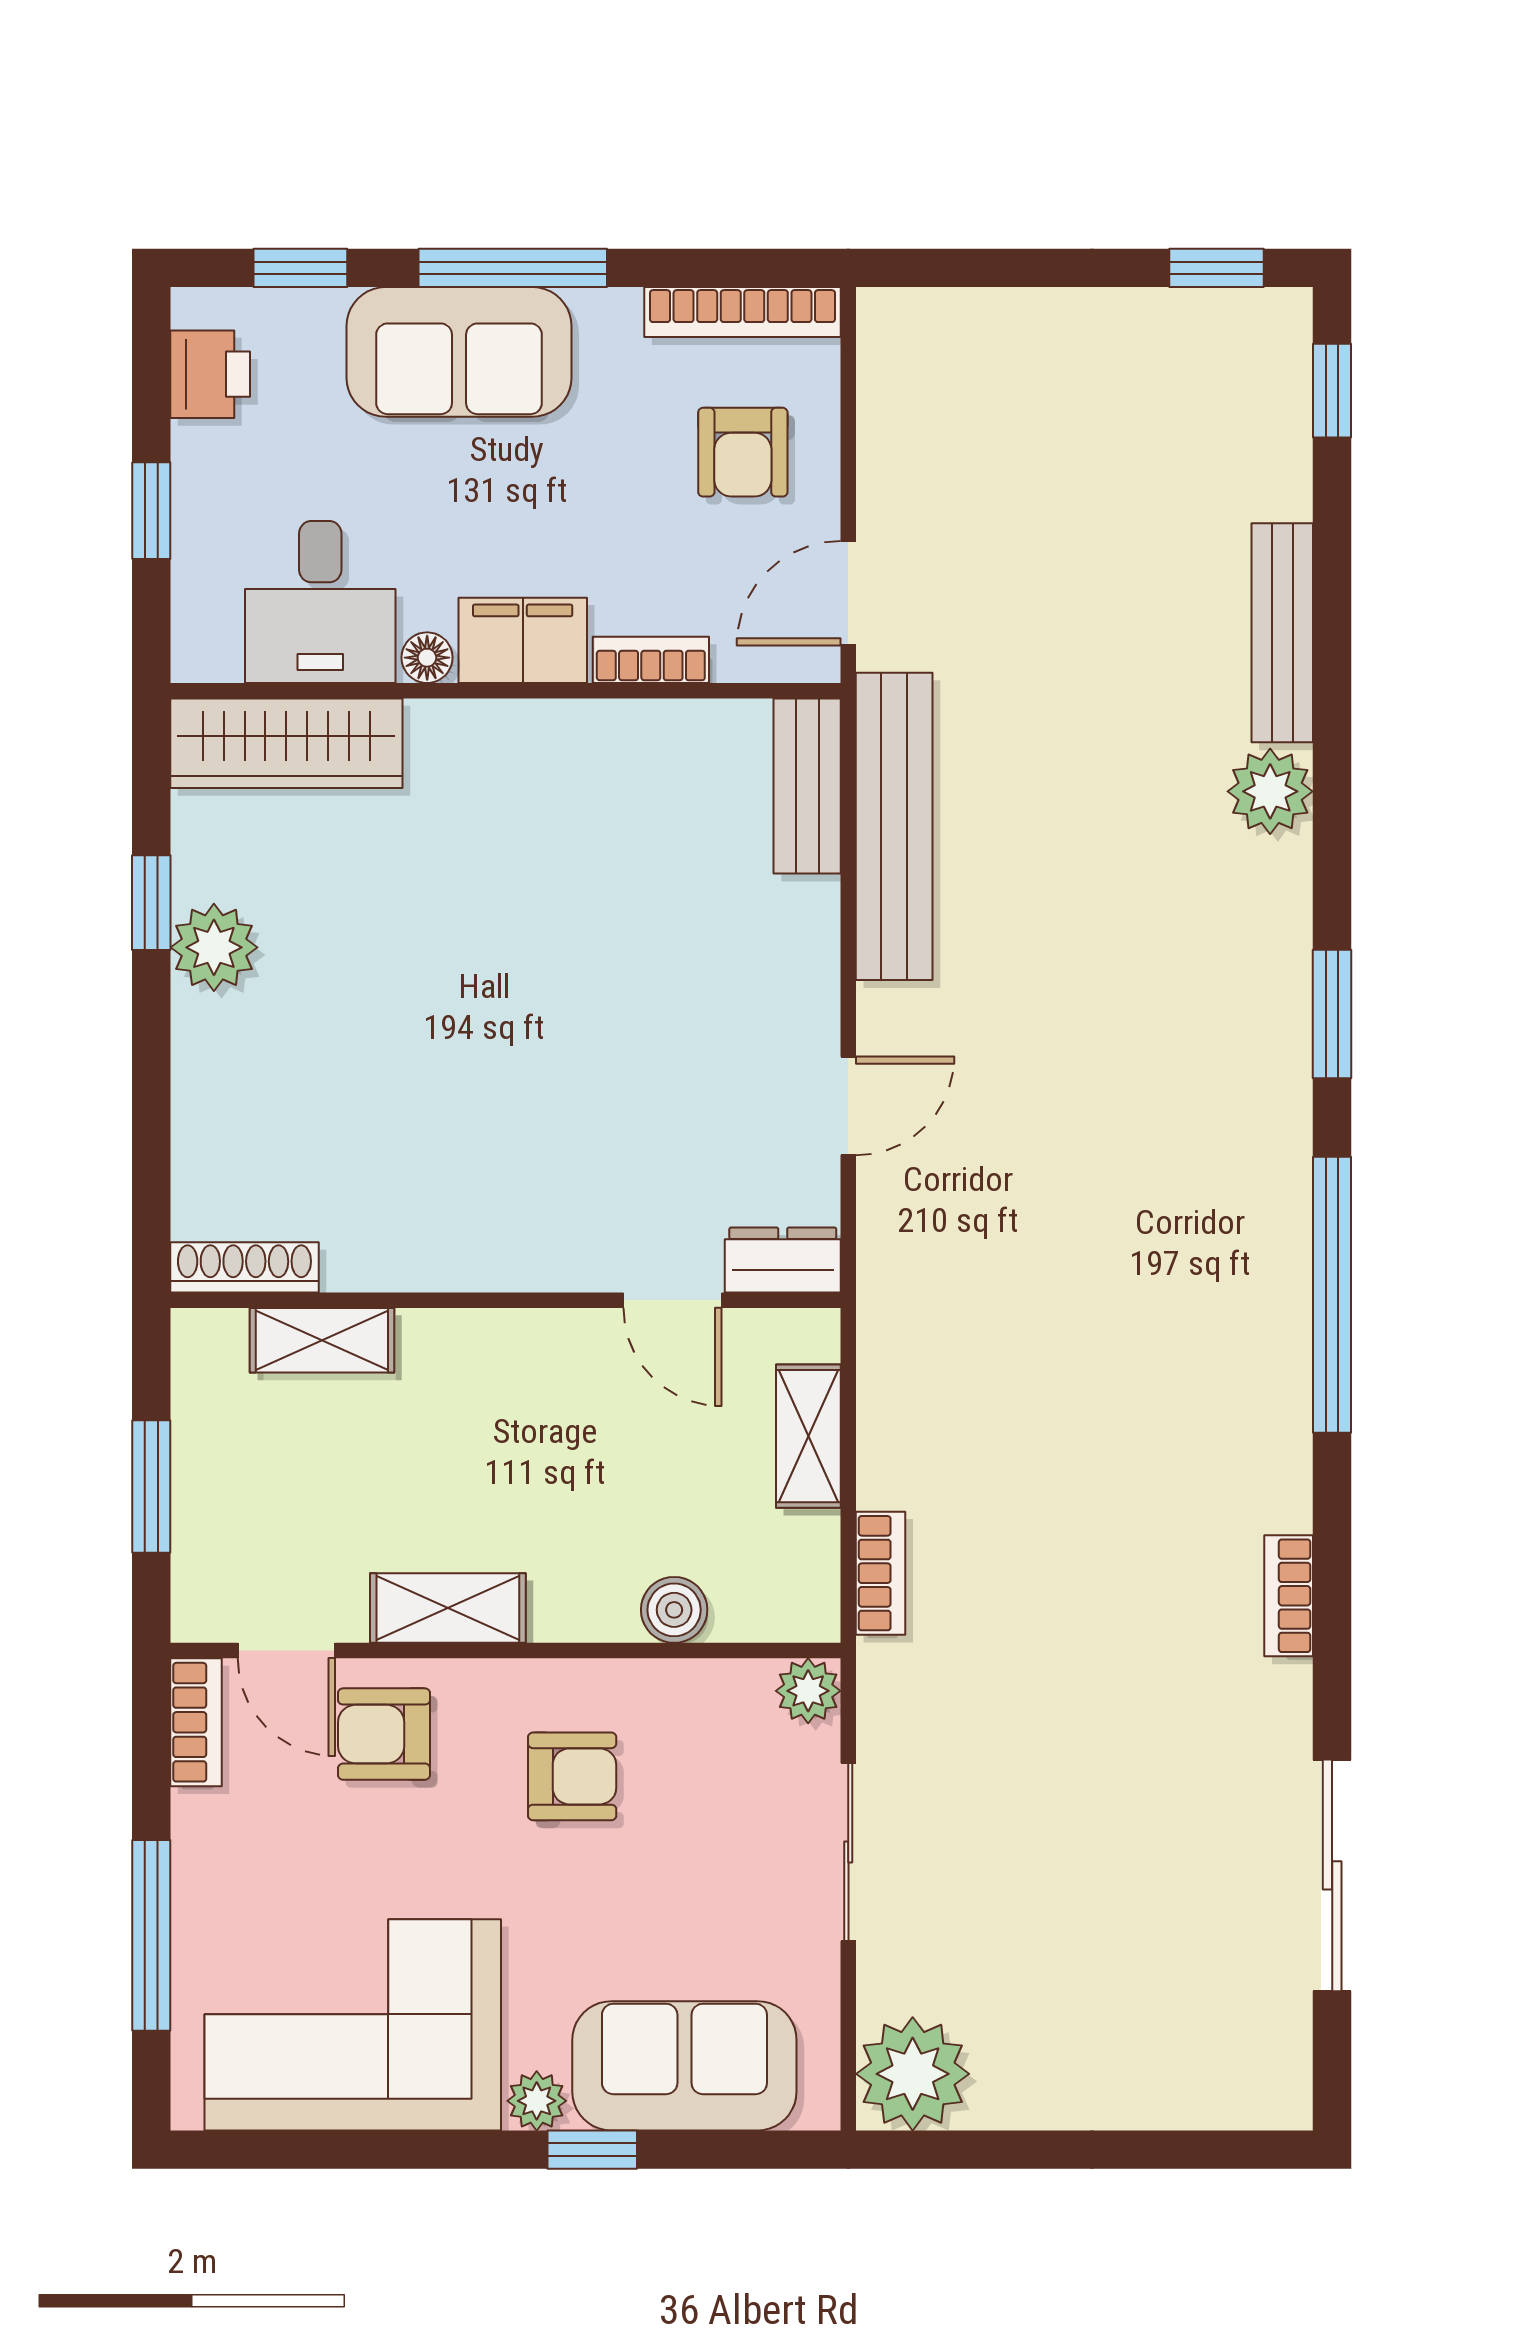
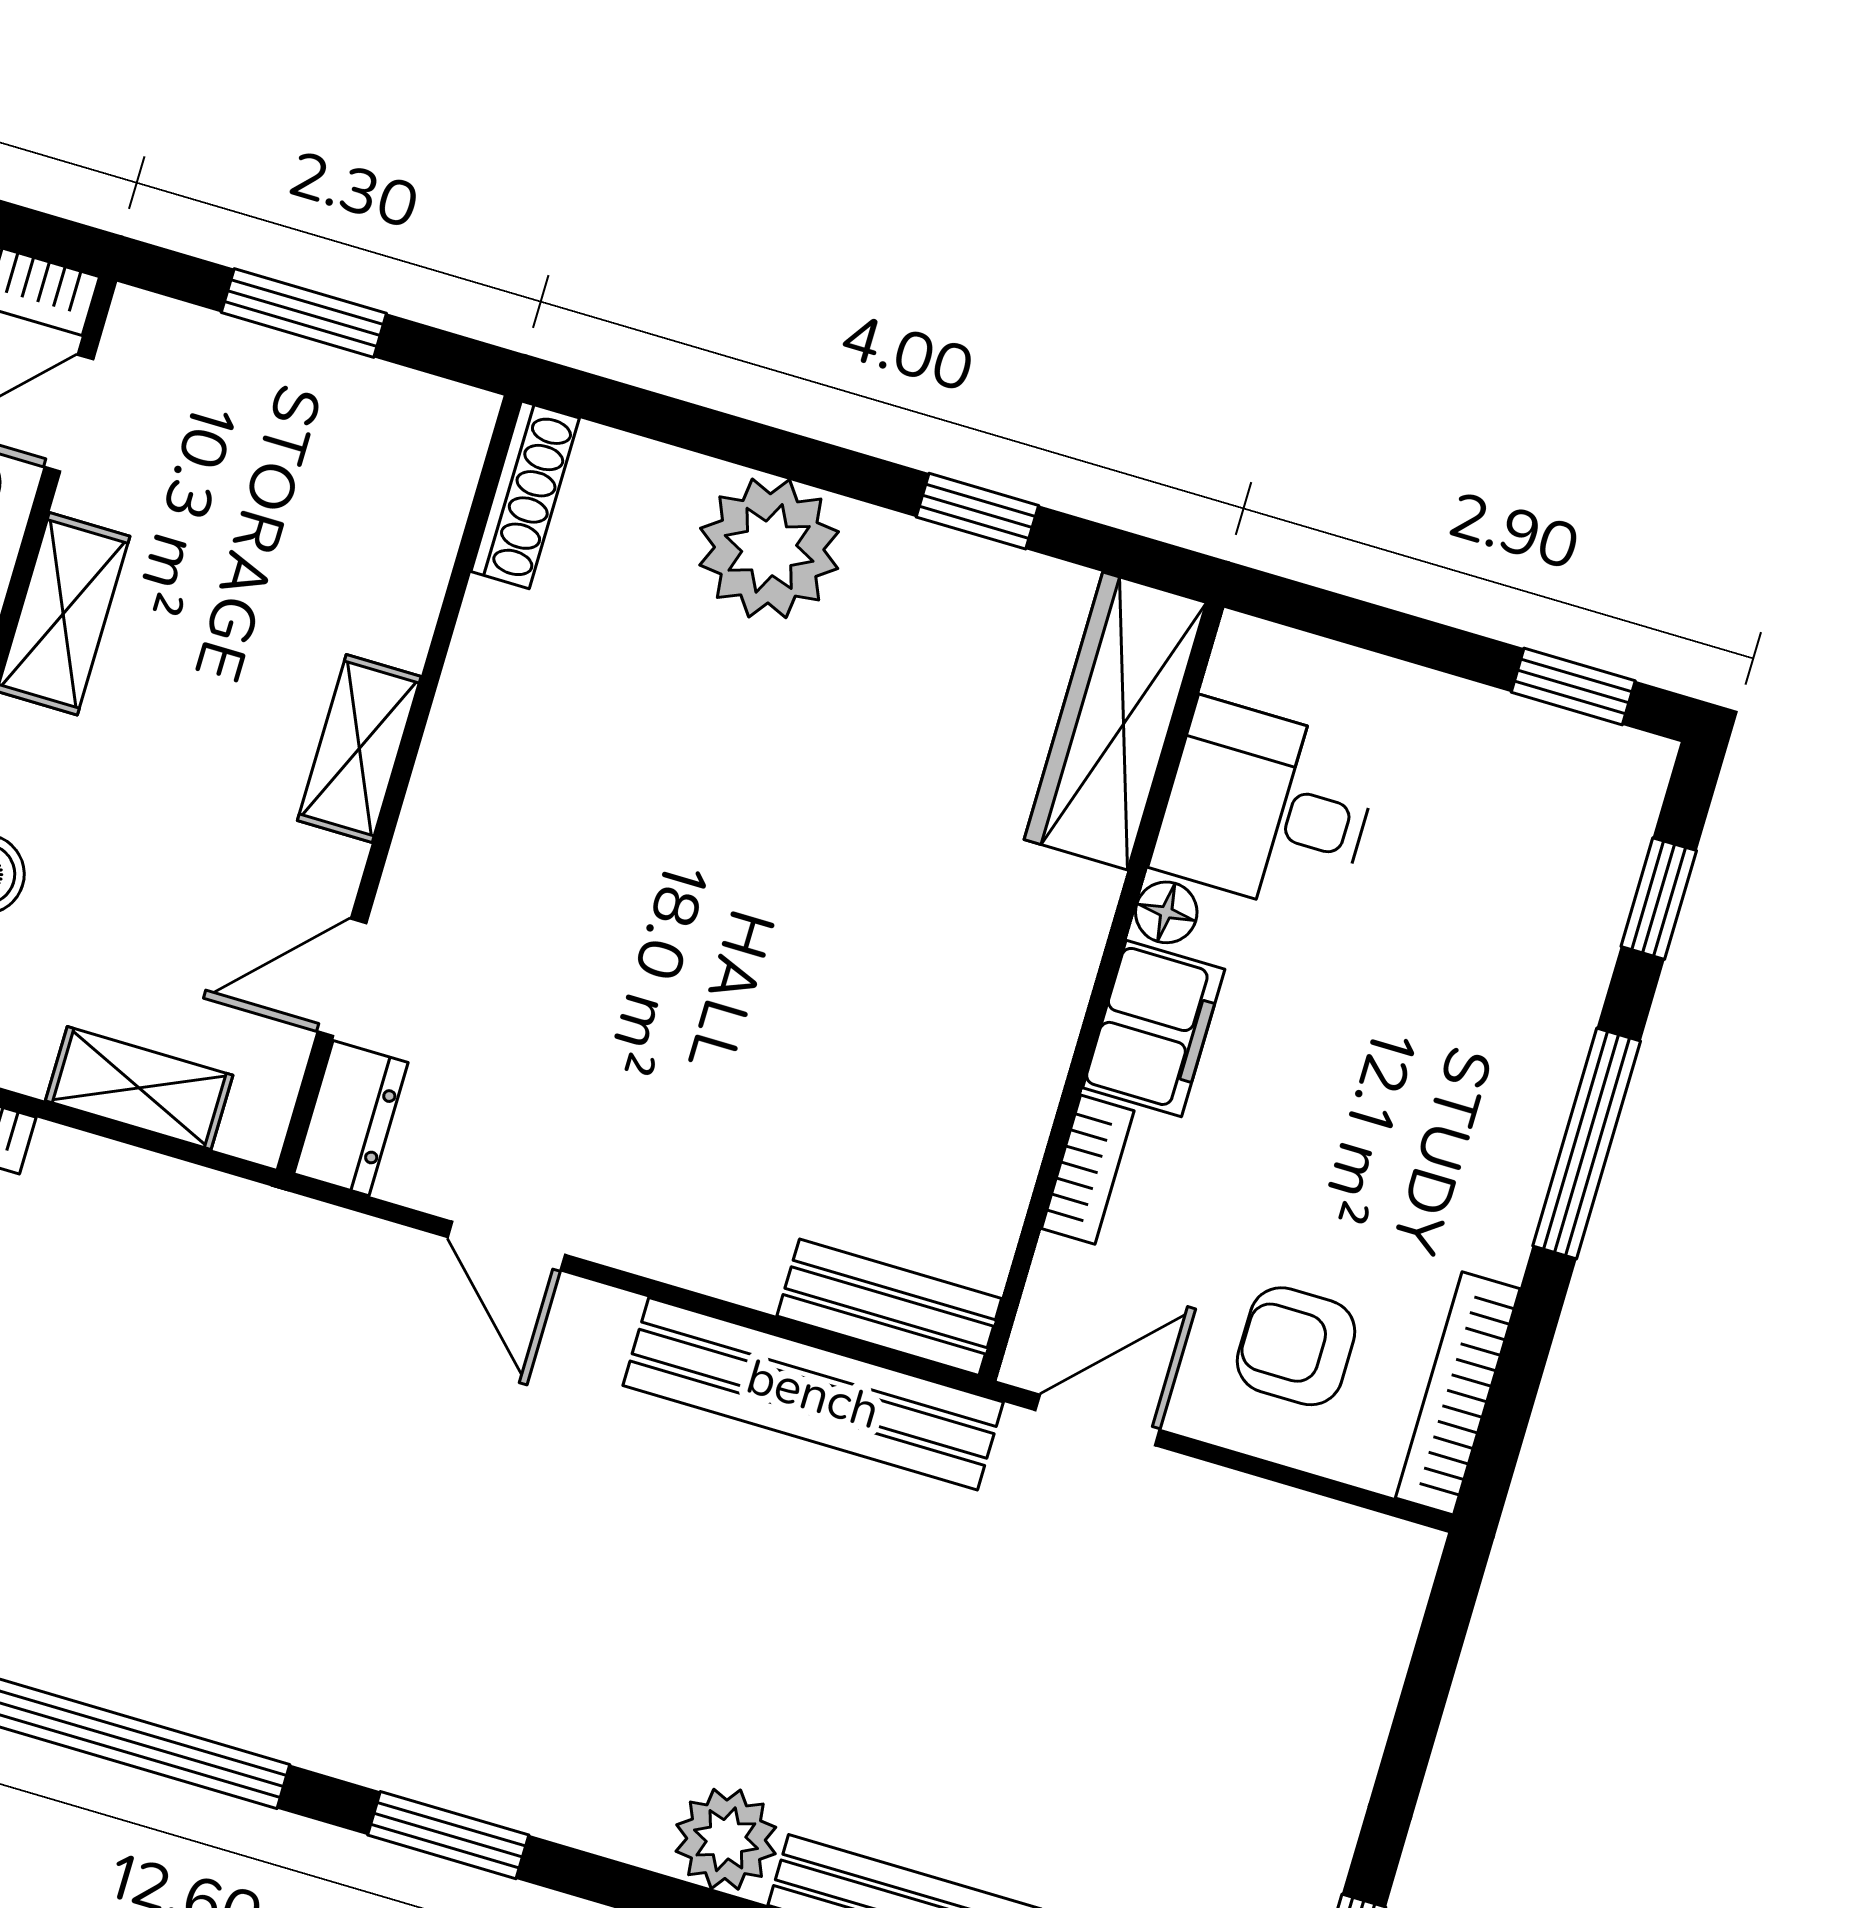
sofa: (459, 352) -> (1508, 1053), removed
printer: (210, 374) -> (1567, 758), removed
window: (151, 511) -> (1573, 687), moved
door: (848, 593) -> (1098, 1420), hinge flipped
plant: (214, 947) -> (769, 548), moved, width x1.36, depth x1.36
shelving: (322, 1340) -> (359, 749), moved

